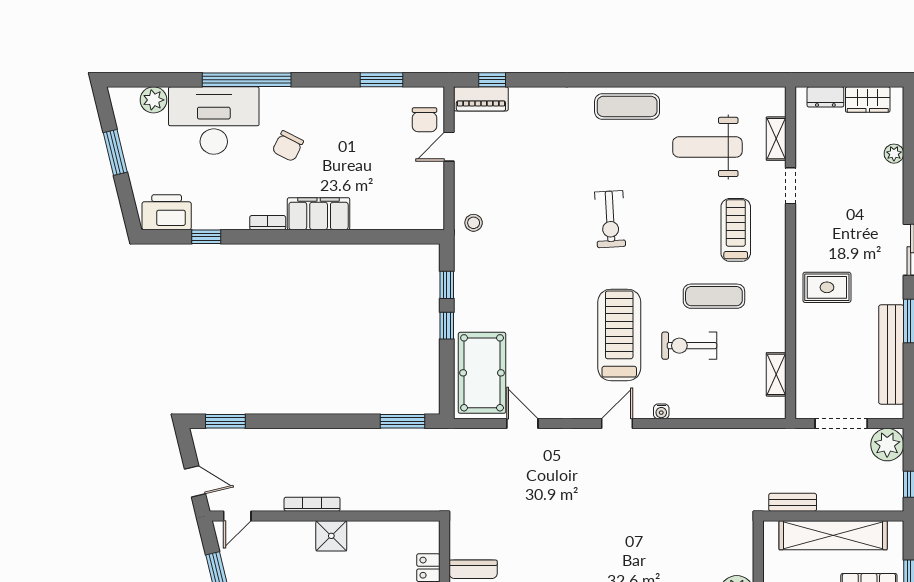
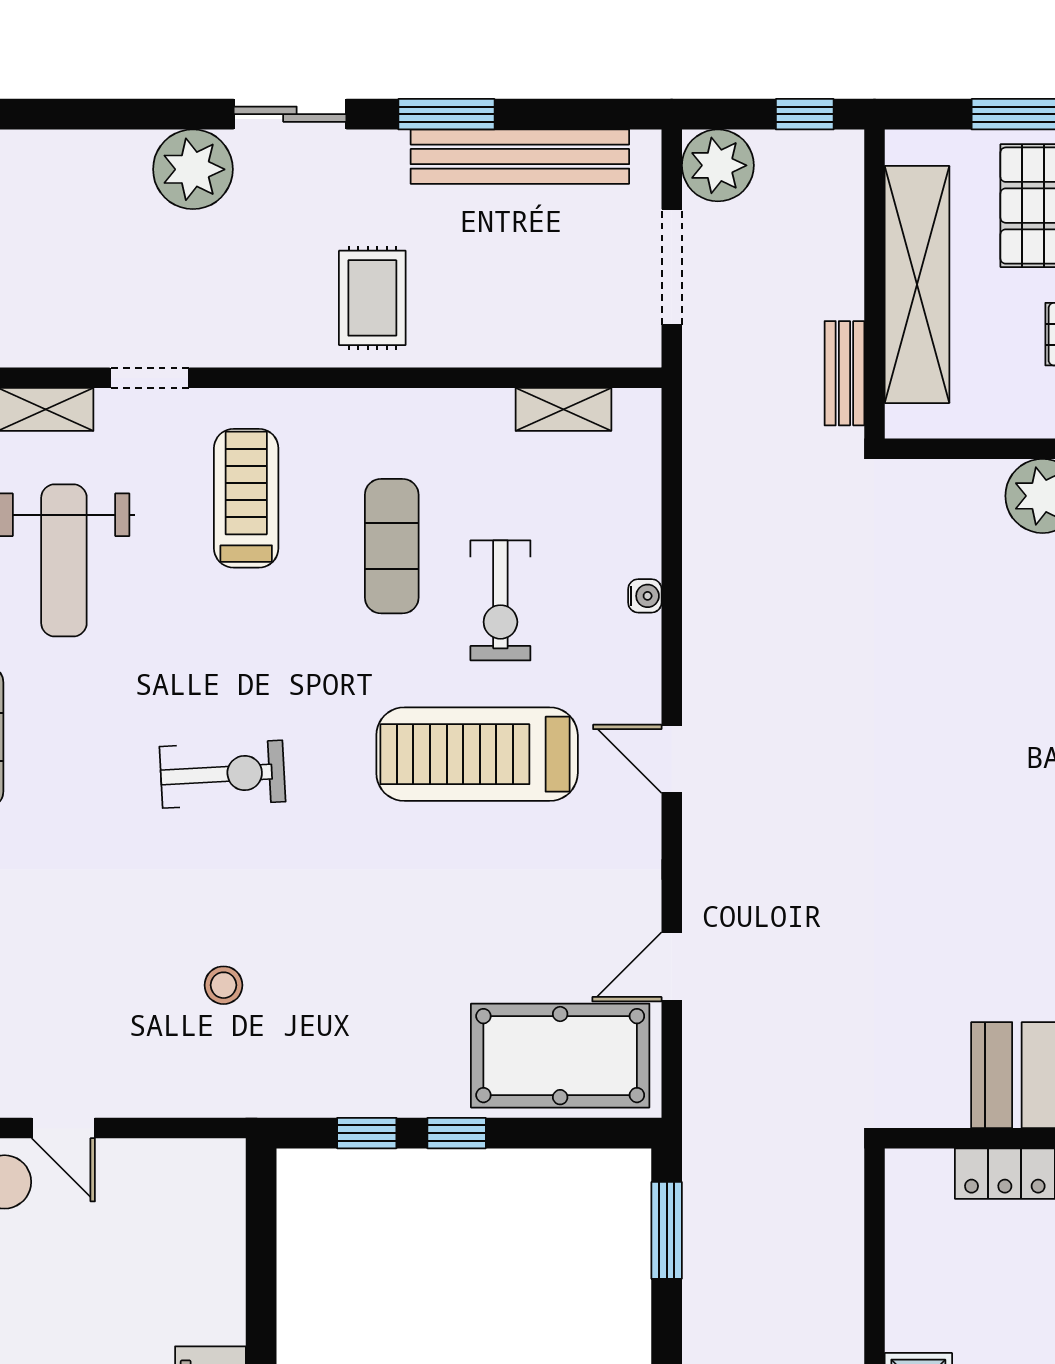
plant: (894, 154) -> (193, 169), moved, width x1.88, depth x1.88
stool: (474, 223) -> (224, 985), moved
treadmill: (736, 230) -> (246, 498), turned 90
water cooler: (661, 411) -> (645, 596), moved

